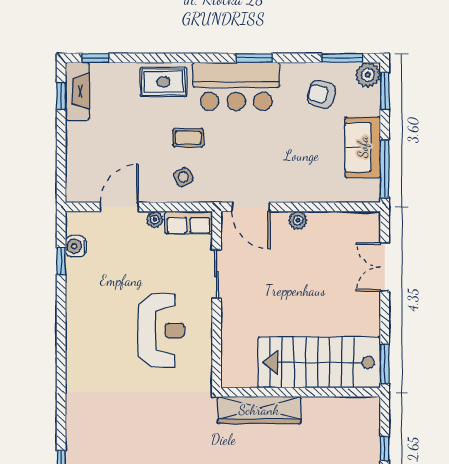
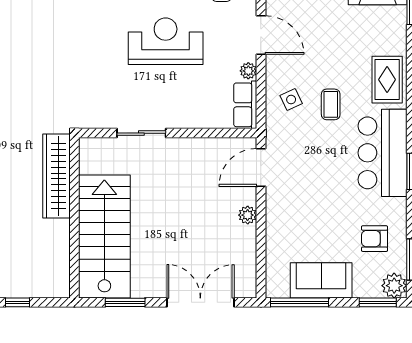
armchair: (321, 94) -> (374, 239), turned -104
double door: (385, 267) -> (200, 302), width x1.37
sliding door: (217, 274) -> (141, 133), moved
reception desk: (161, 331) -> (166, 41), moved, turned 180
window: (385, 364) -> (125, 302), moved

